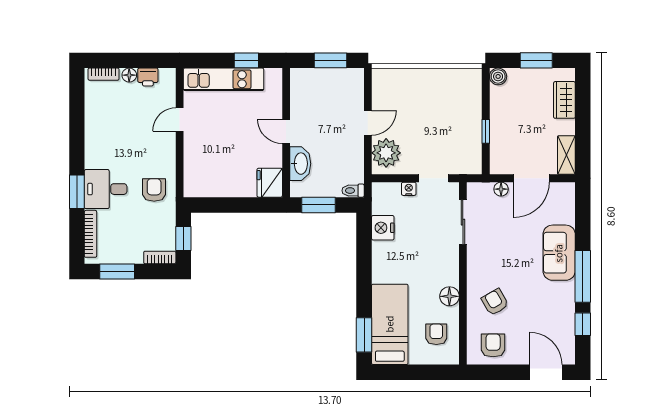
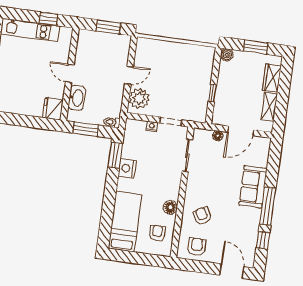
shelving: (566, 155) -> (269, 107), moved
nightstand: (383, 228) -> (127, 168), moved
window: (364, 335) -> (115, 155), moved

